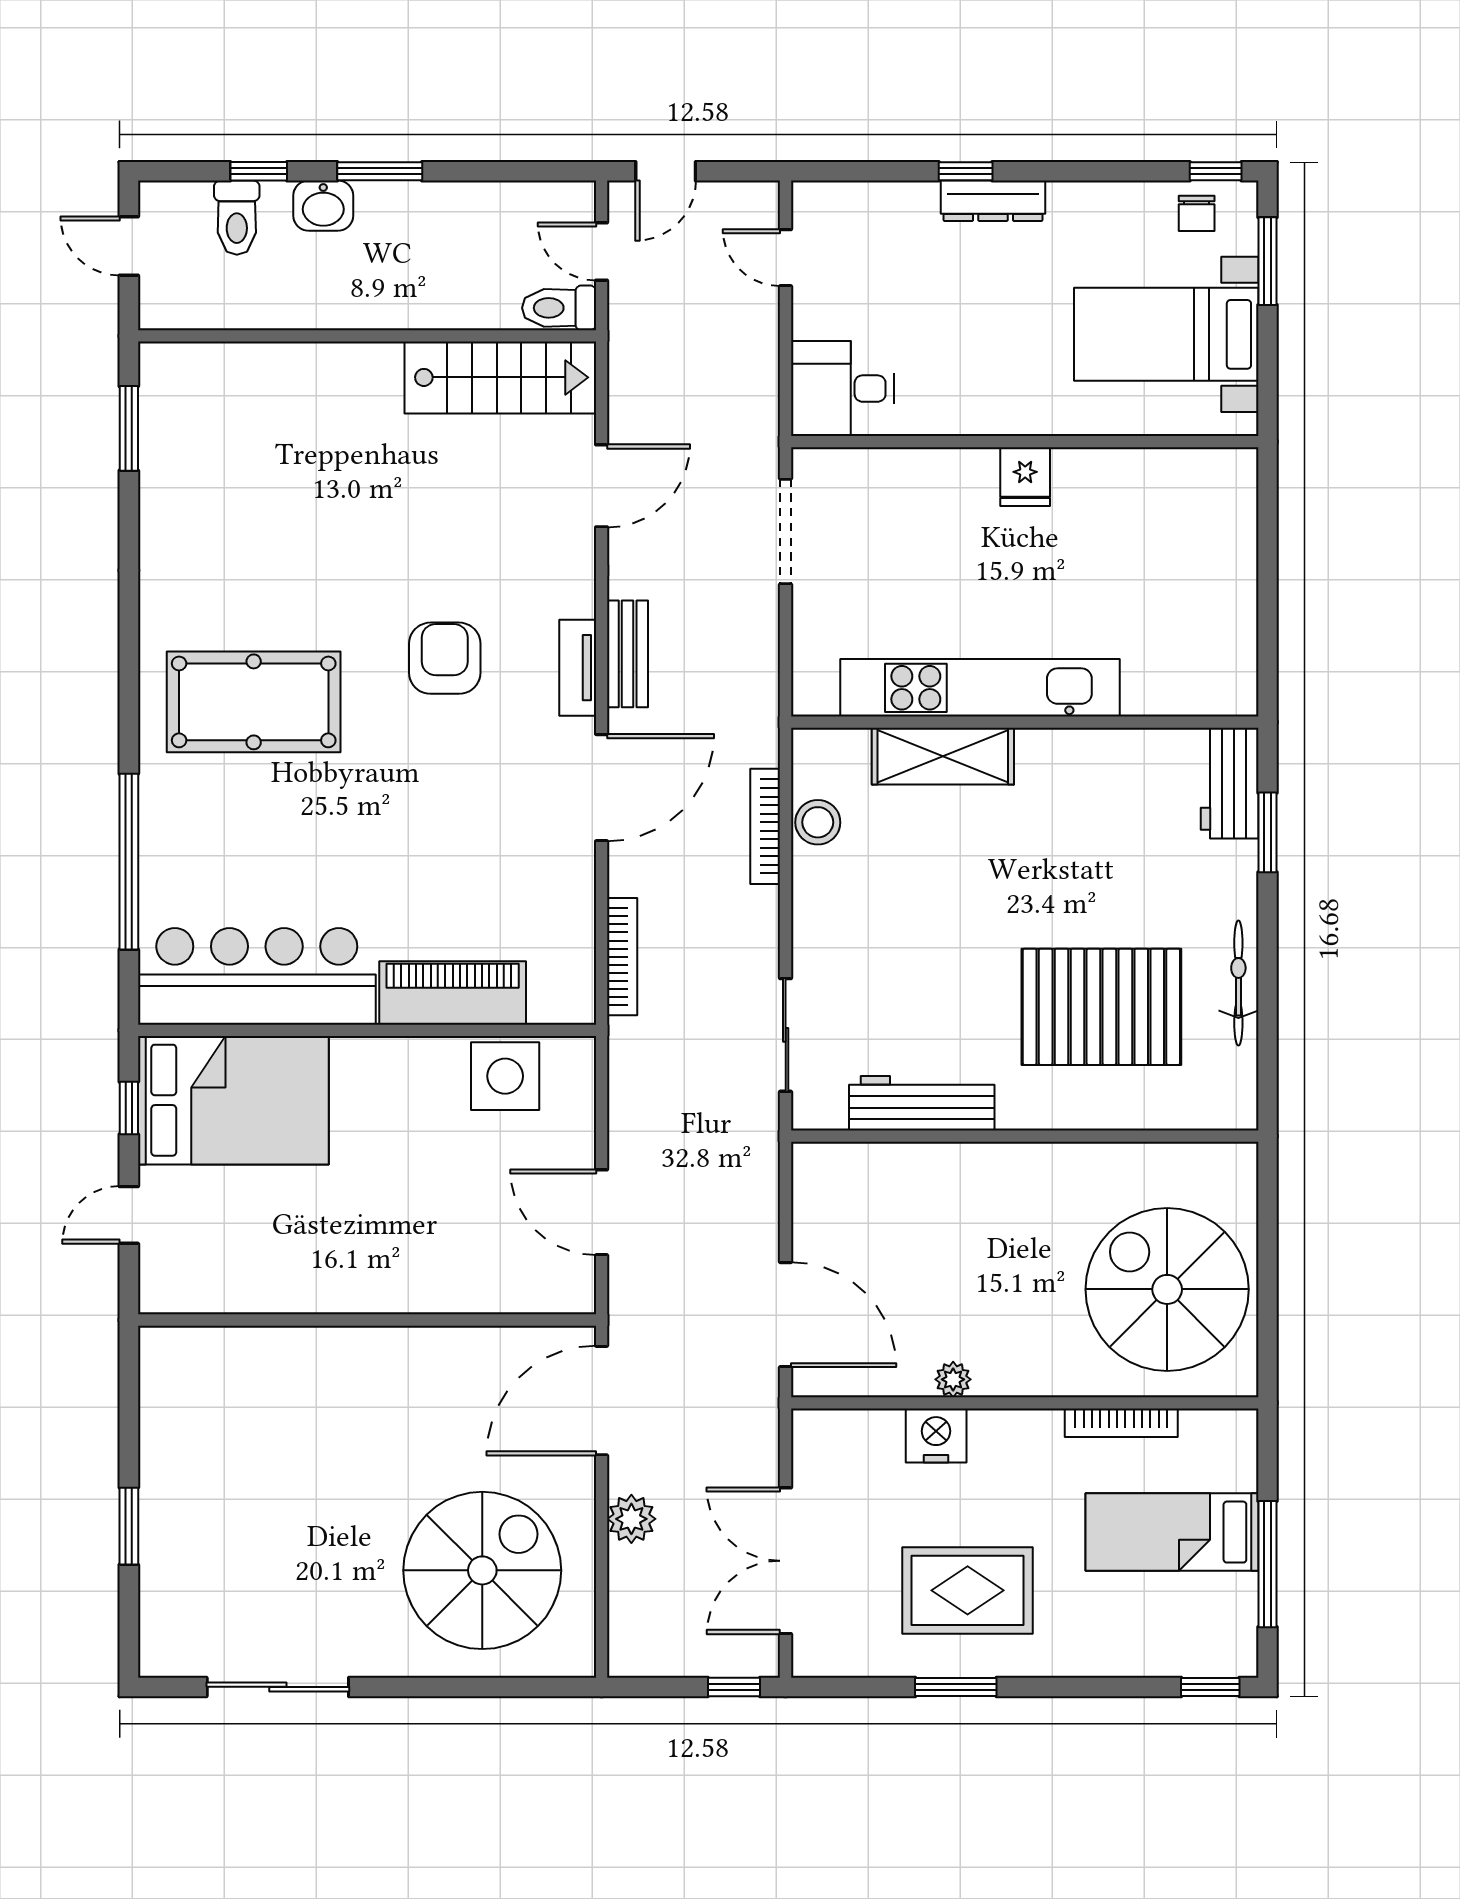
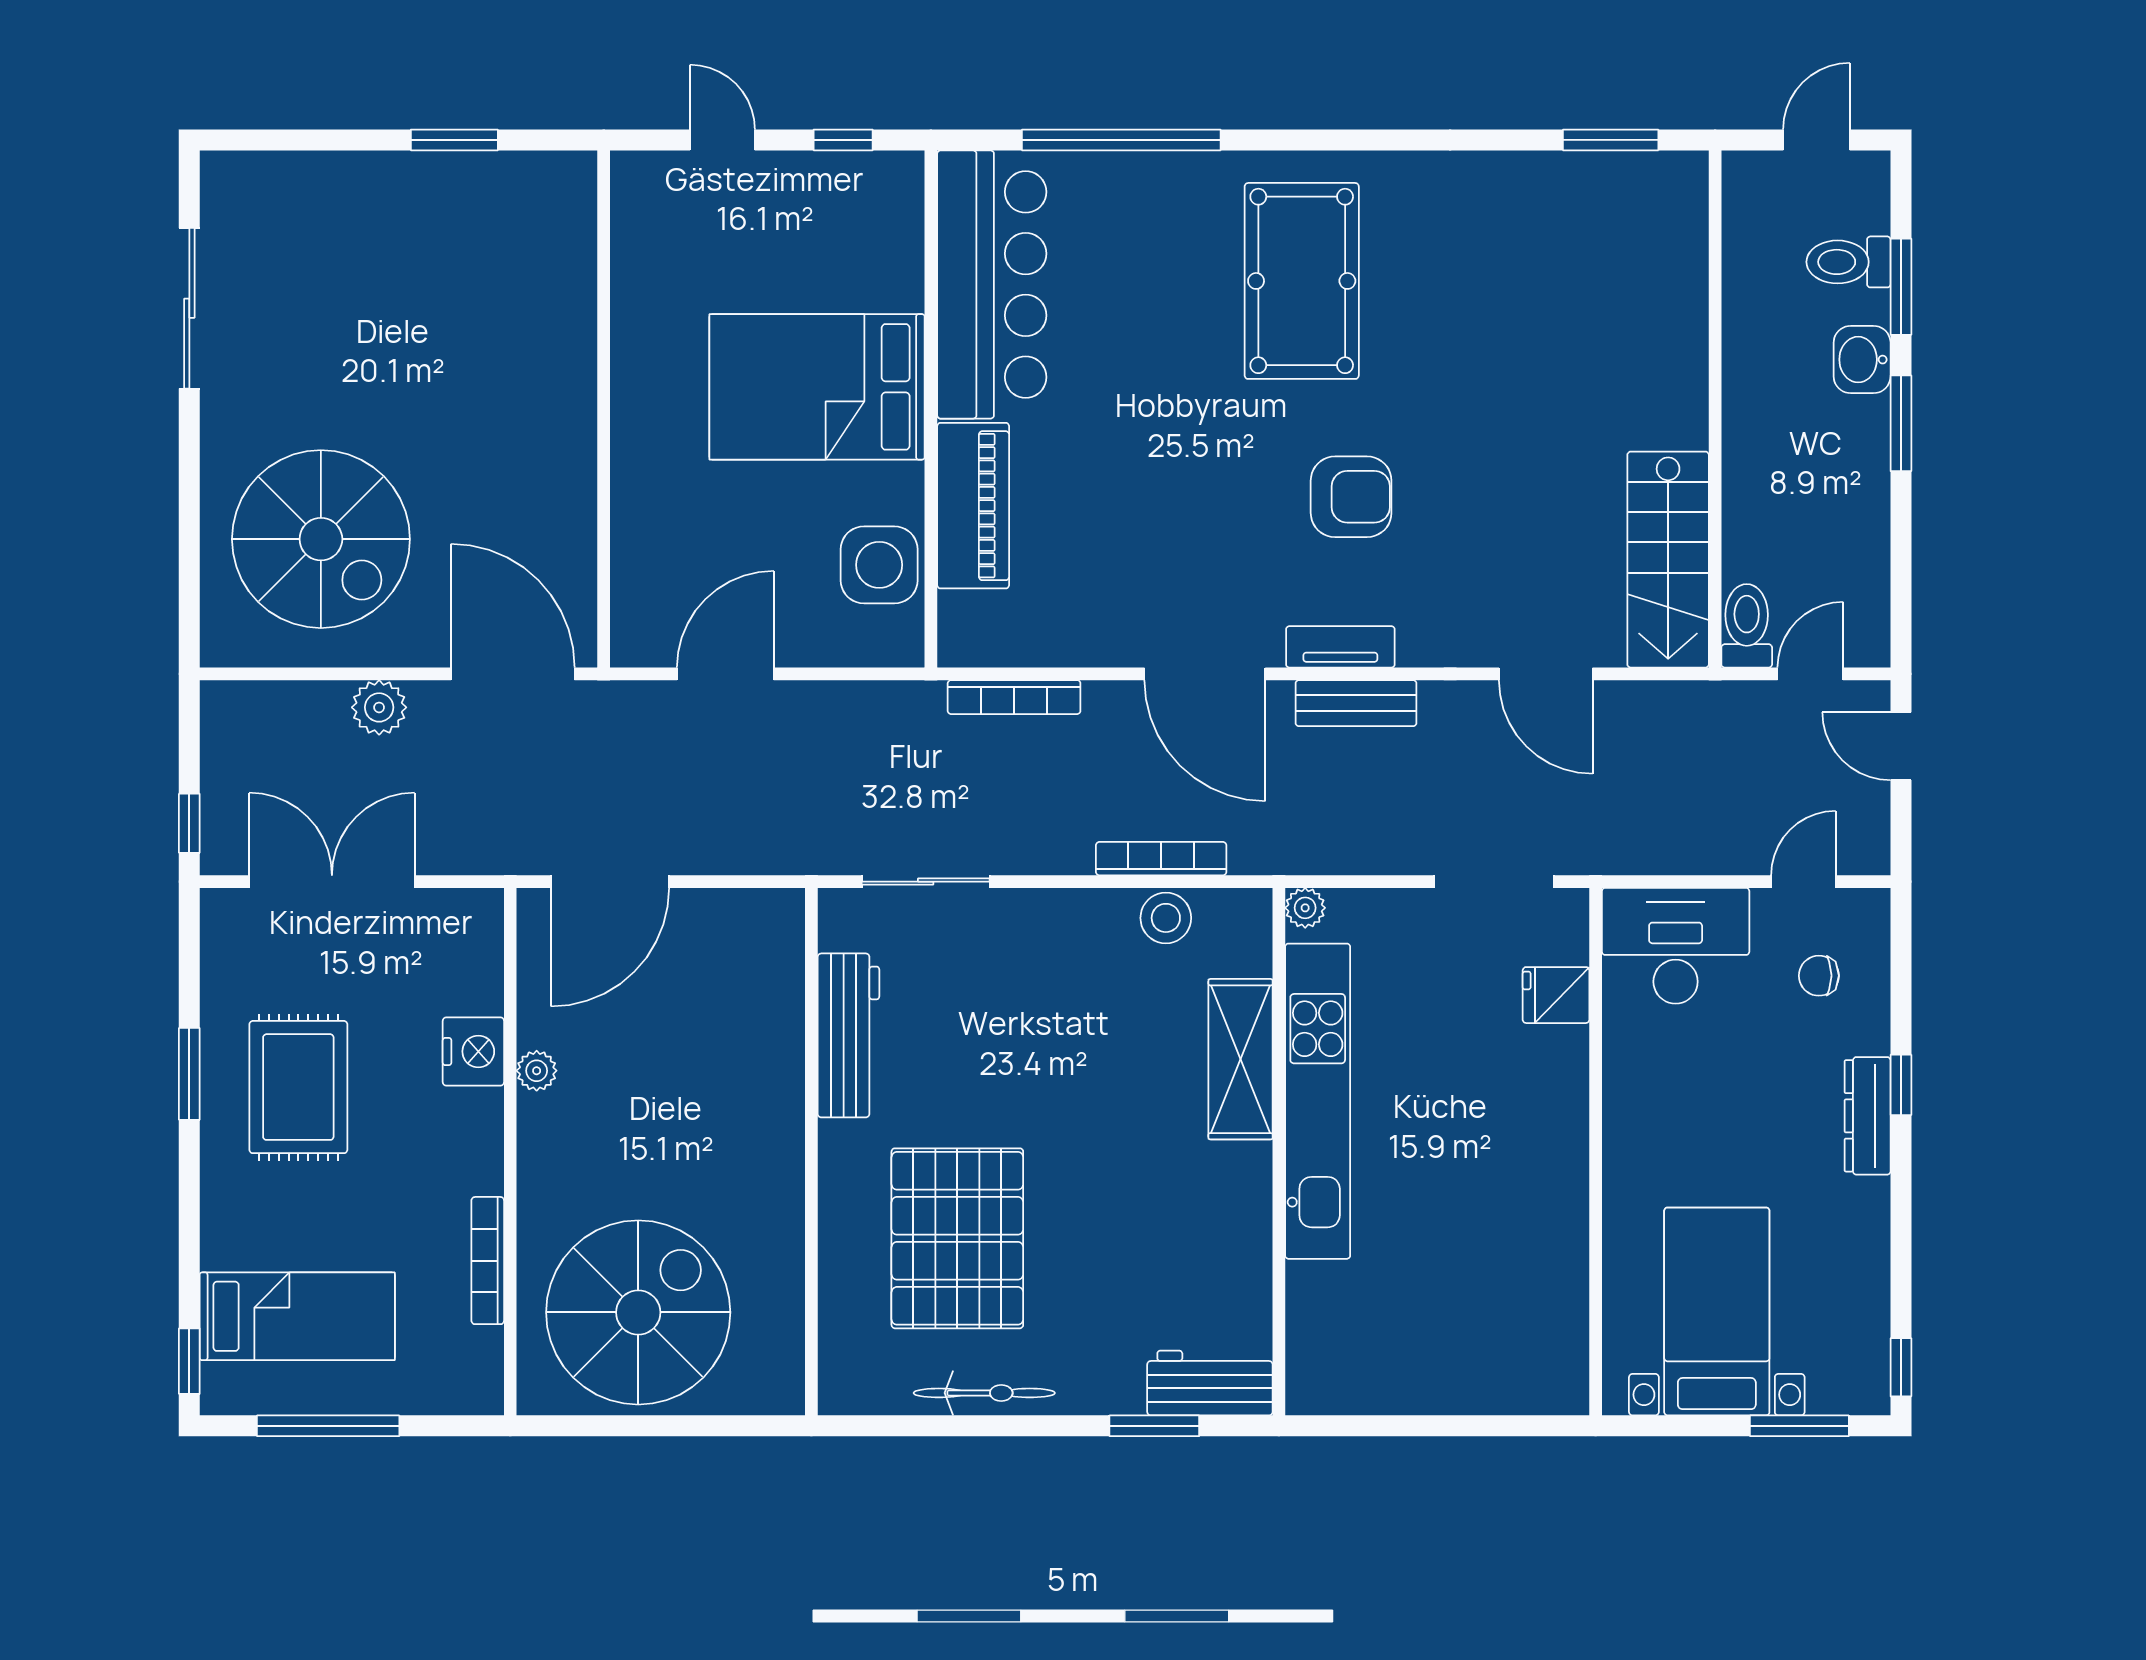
window: (259, 171) -> (1901, 287), width x1.50
chair: (1197, 213) -> (1819, 976), moved
desk: (842, 389) -> (1676, 946), width x1.37
fridge: (1025, 477) -> (1556, 995), moved
plant: (809, 699) -> (1305, 908), added
bed: (233, 1100) -> (817, 387), moved, turned 90
window: (129, 1526) -> (454, 140), moved
bed: (1172, 1532) -> (297, 1316), moved, turned 90

